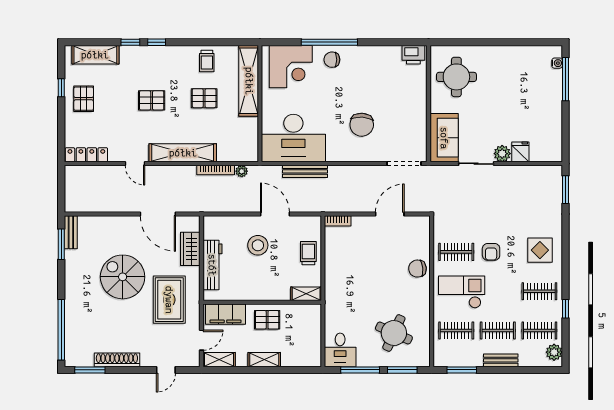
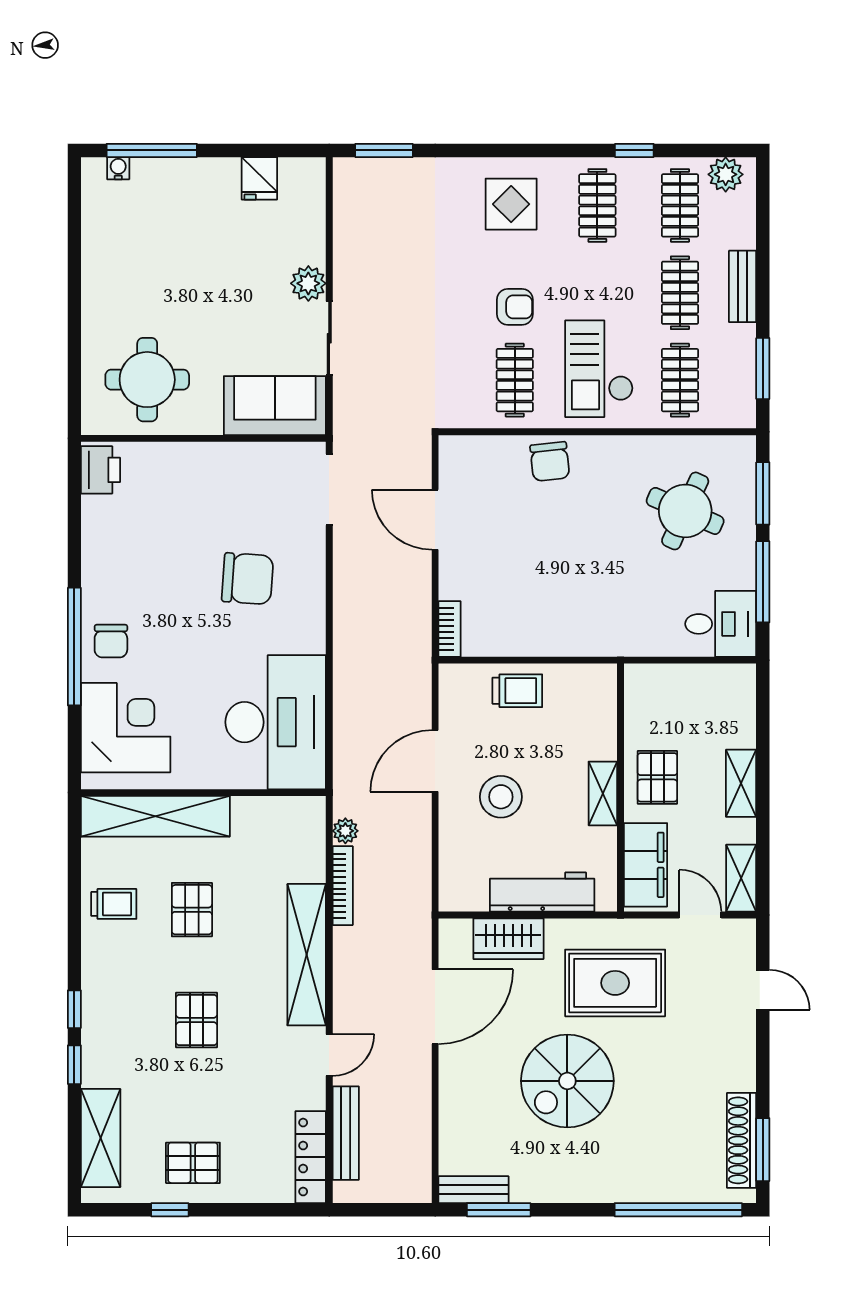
fridge: (520, 152) -> (259, 178), moved, turned -90
bench: (305, 171) -> (346, 1133), moved
trolley: (308, 253) -> (517, 691), turned 180
shelving: (306, 294) -> (603, 793), moved
shoe rack: (117, 360) -> (742, 1140), moved

